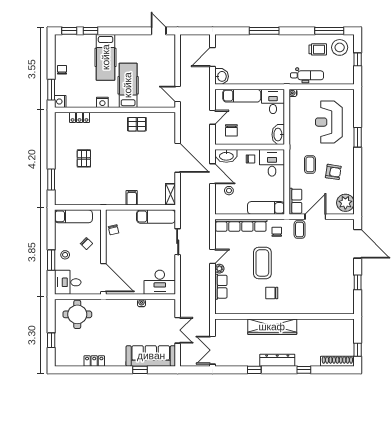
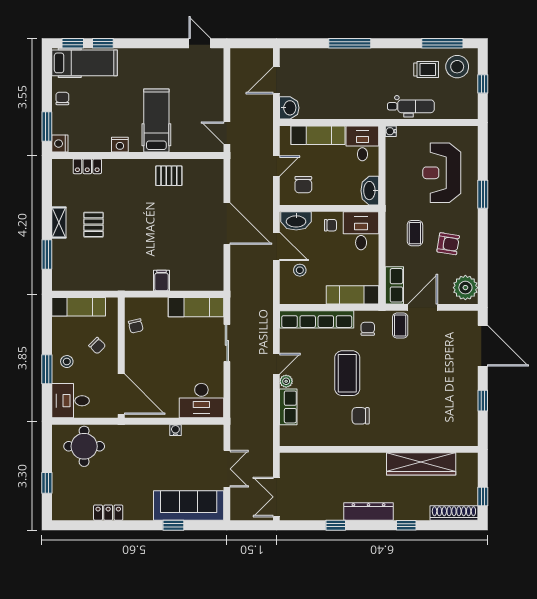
hospital bed: (106, 57) -> (85, 63), moved, turned -90
shelving: (170, 194) -> (59, 223), moved
wardrobe: (272, 327) -> (421, 464), moved

